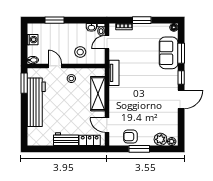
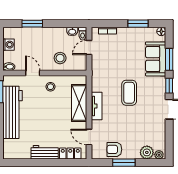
window: (142, 20) -> (138, 24), moved
tv unit: (114, 73) -> (97, 106), moved
coffee table: (144, 84) -> (129, 93), added

